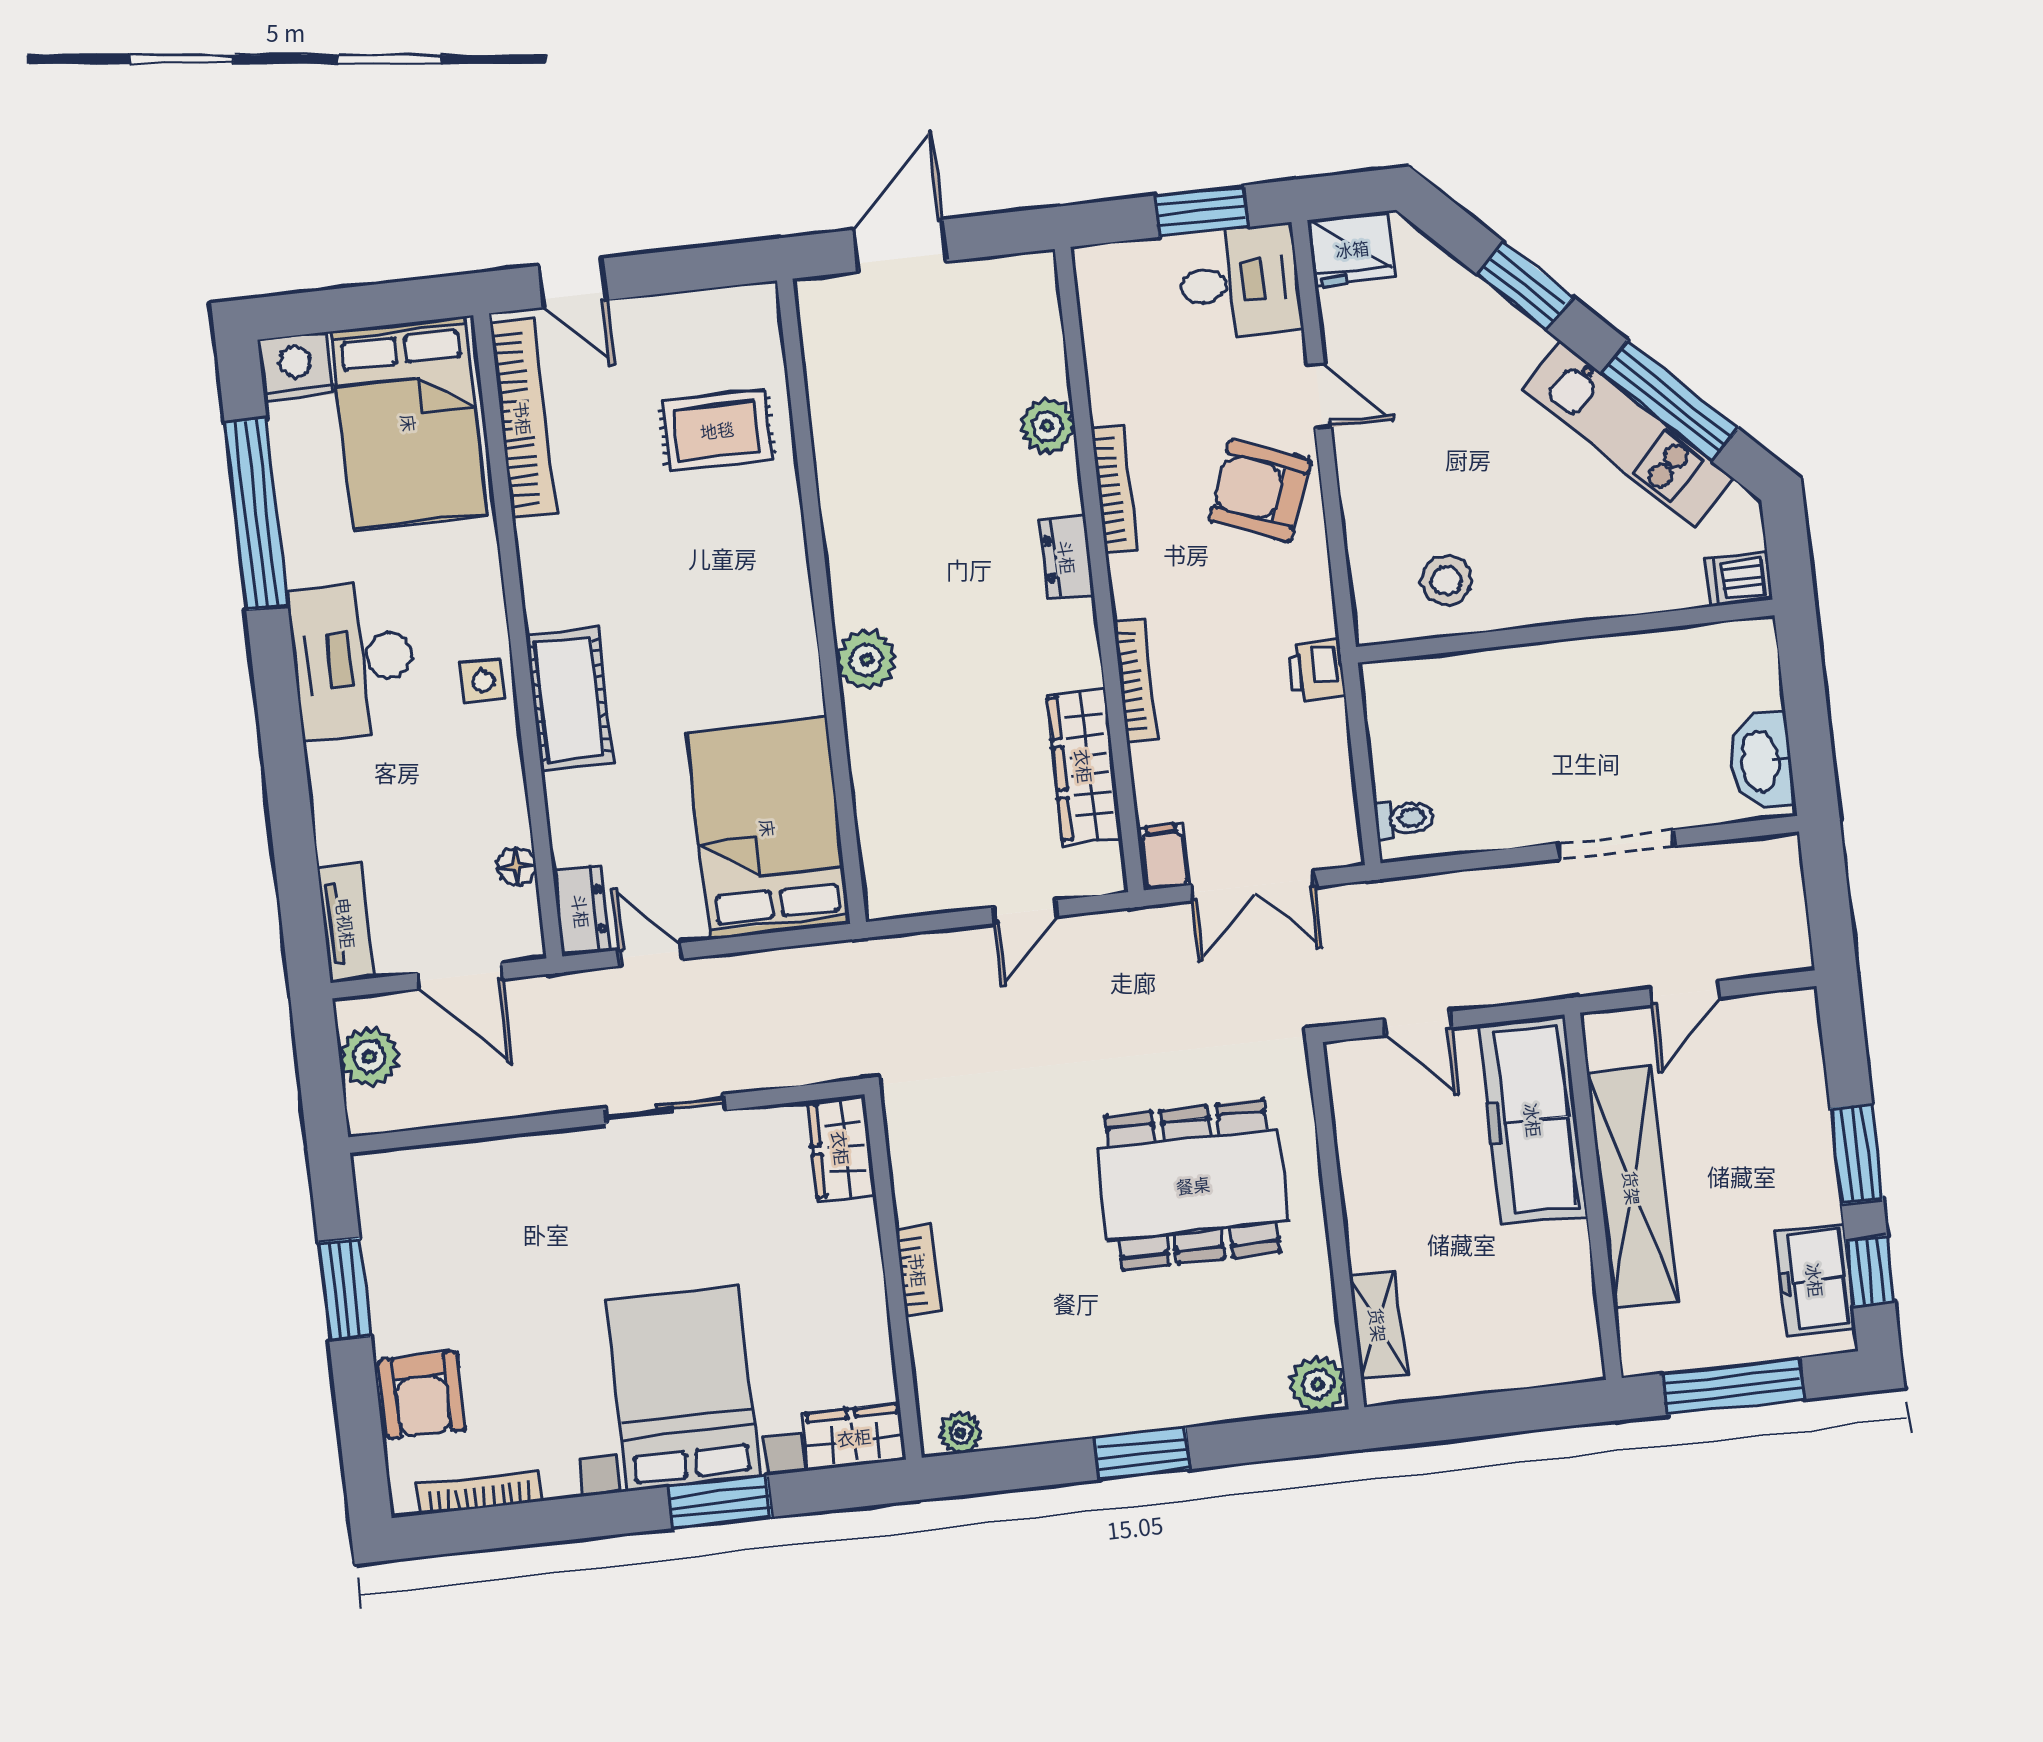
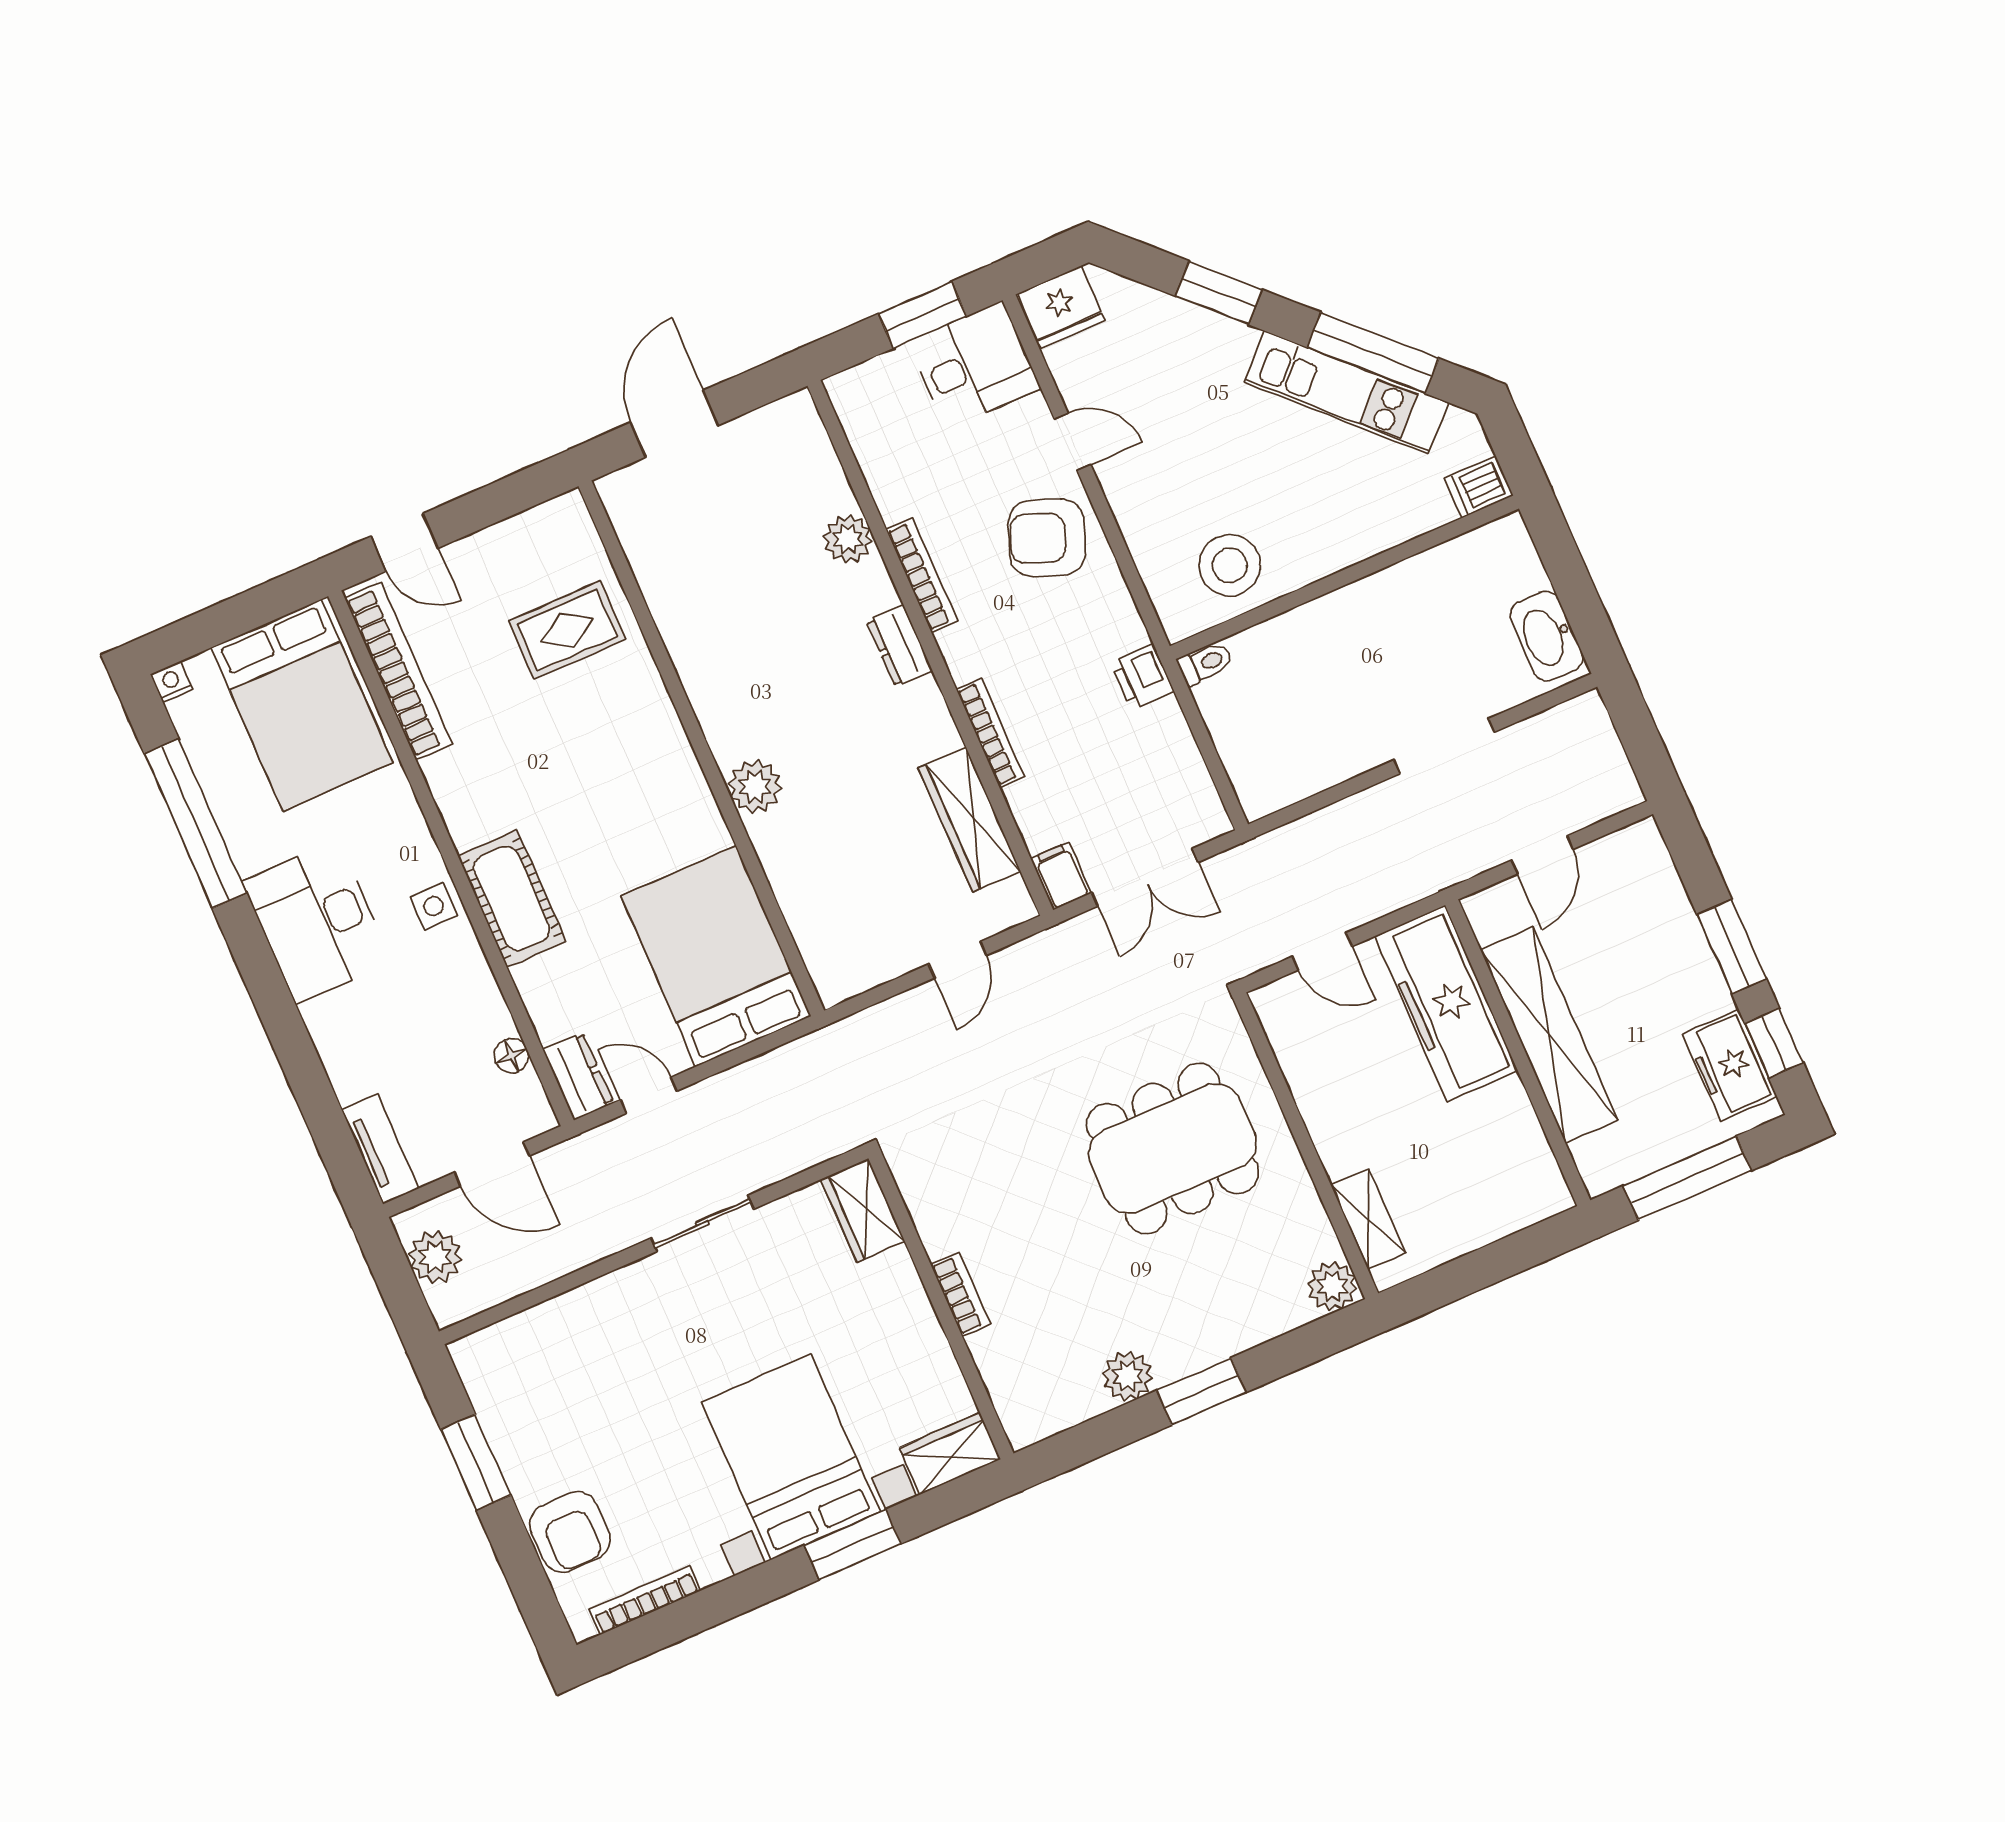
nightstand: (295, 367) -> (172, 682), width x0.53, depth x0.56
stool: (1447, 580) -> (1230, 565), width x1.38, depth x1.38
toilet: (1404, 819) -> (1205, 663), moved
plant: (961, 1433) -> (1128, 1376), moved, width x1.38, depth x1.38

